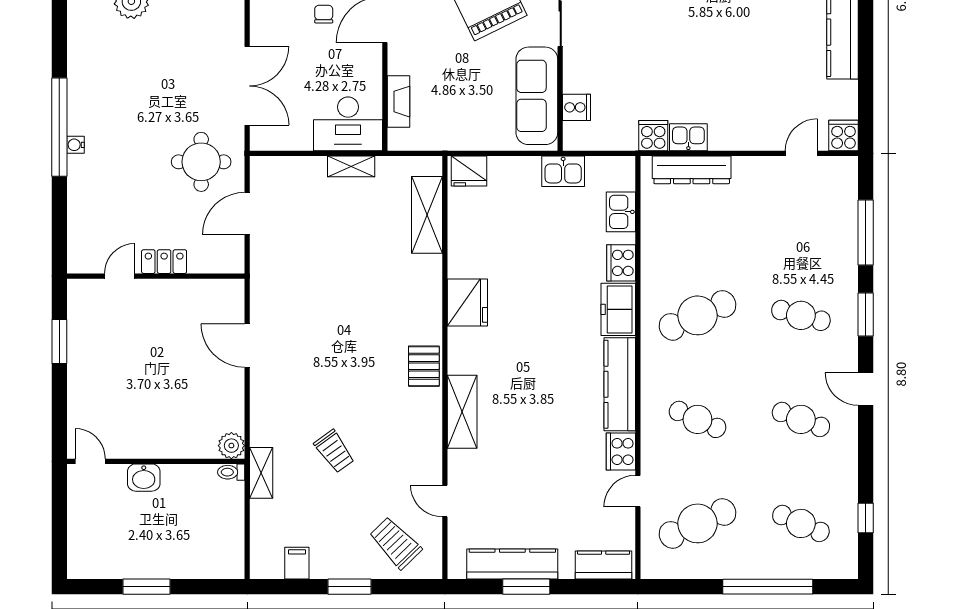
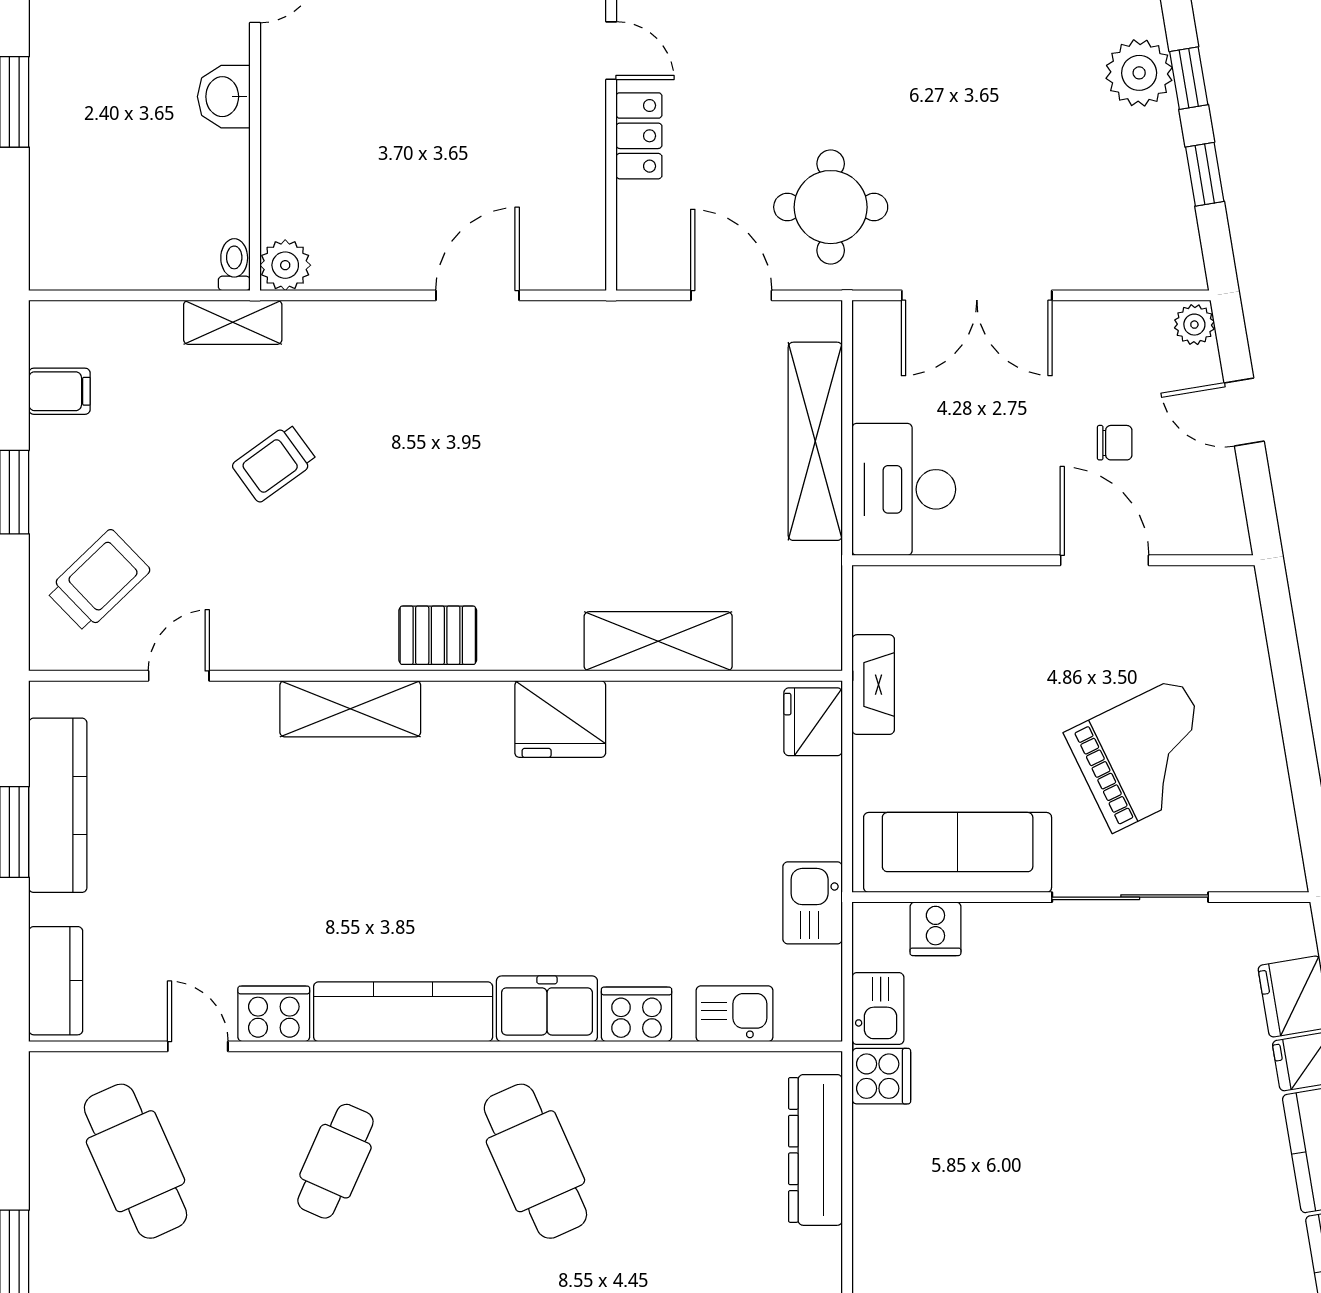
fireplace: (398, 102) -> (873, 685), moved, turned -90
kitchen sink: (688, 137) -> (878, 1009), moved
shelving: (351, 166) -> (815, 441), width x2.20, depth x1.33
shelving: (427, 215) -> (658, 641), moved

